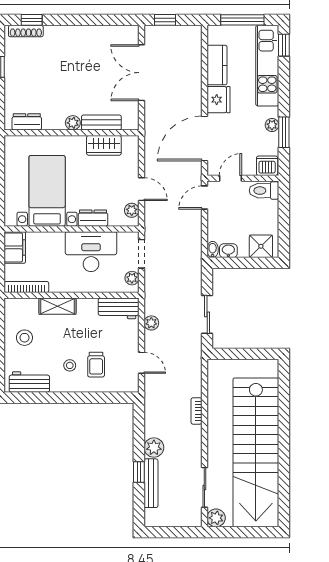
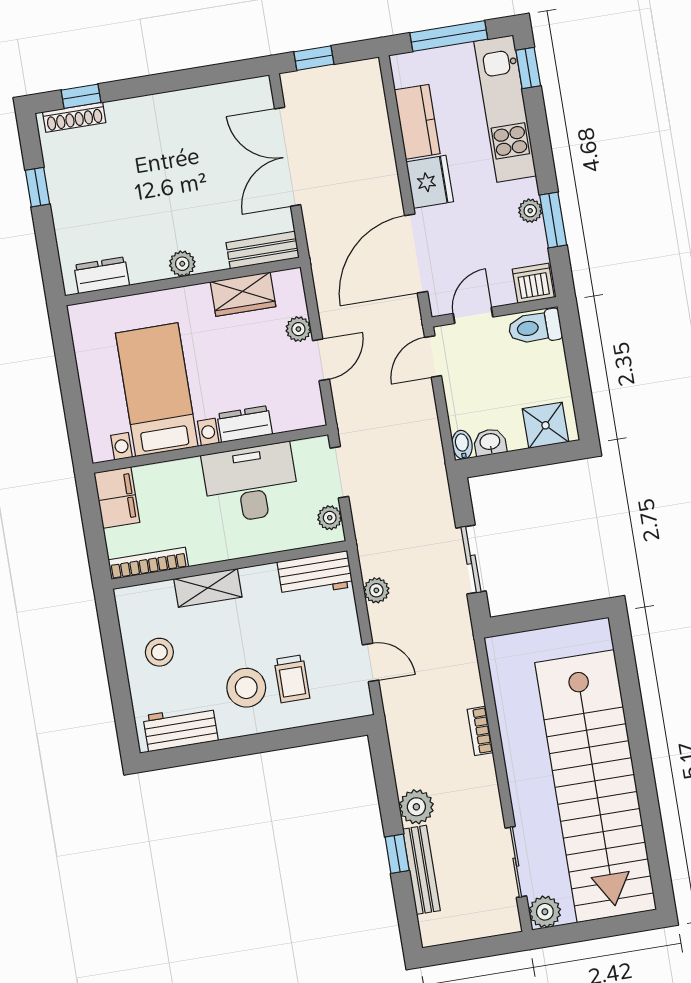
bench: (101, 123) -> (263, 250), moved
door: (141, 189) -> (321, 360), hinge flipped
plant: (132, 210) -> (298, 329), moved
stool: (70, 365) -> (246, 688), width x1.89, depth x1.89

